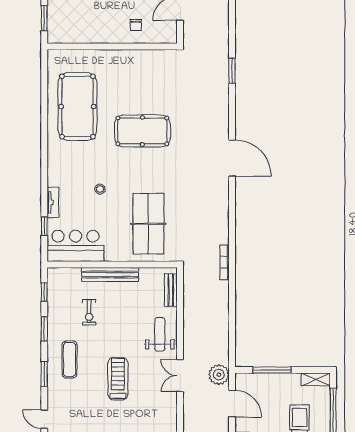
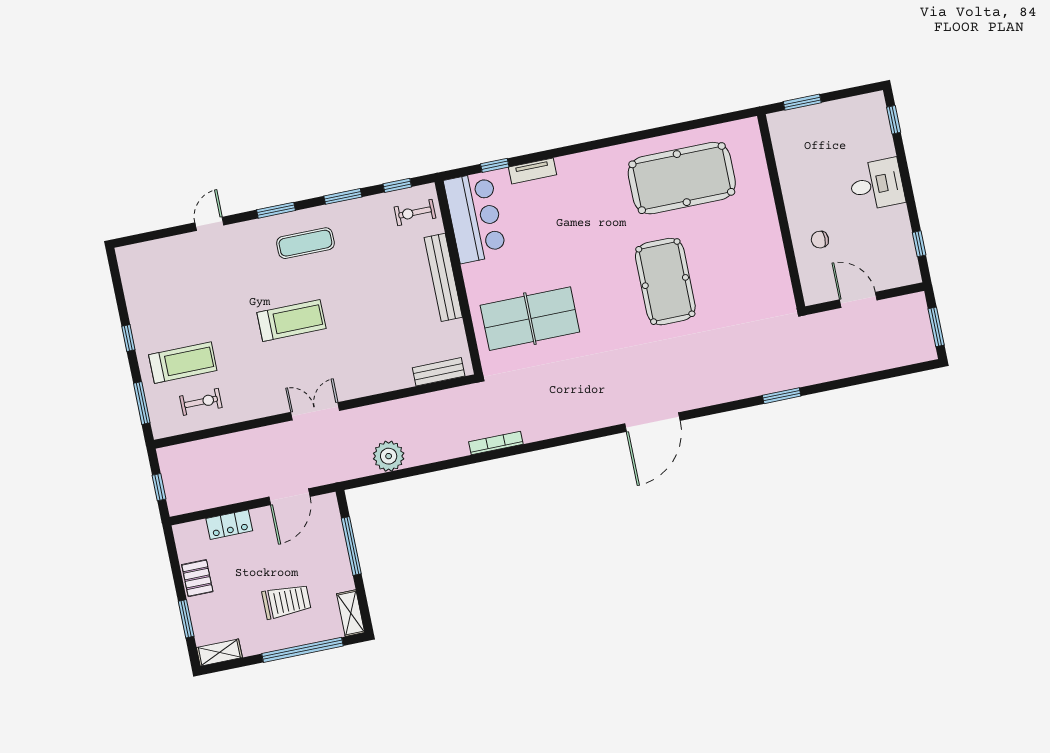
stool: (100, 189) -> (566, 237), removed
exercise bike: (89, 312) -> (415, 212), moved
weight bench: (160, 334) -> (370, 369), removed
plant: (219, 375) -> (389, 456), moved

